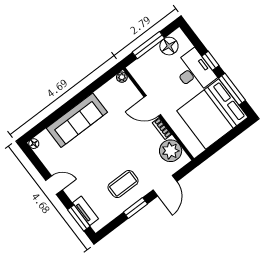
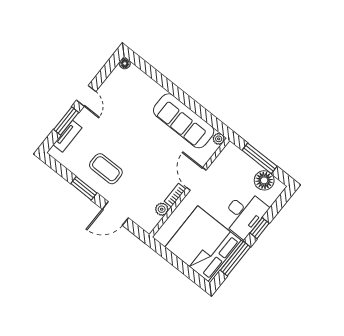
sofa: (77, 120) -> (184, 121), moved
plant: (171, 151) -> (162, 209), width x0.53, depth x0.53
window: (79, 218) -> (66, 121), moved

